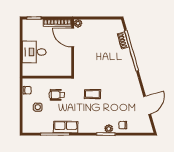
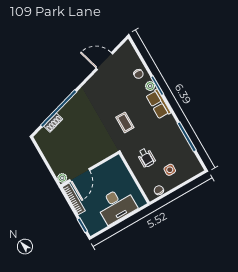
desk: (34, 52) -> (116, 205), width x1.37
row of seats: (66, 127) -> (158, 104), moved

